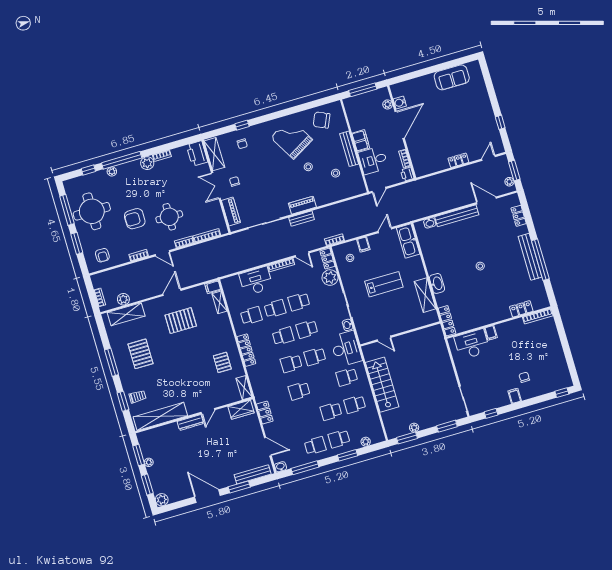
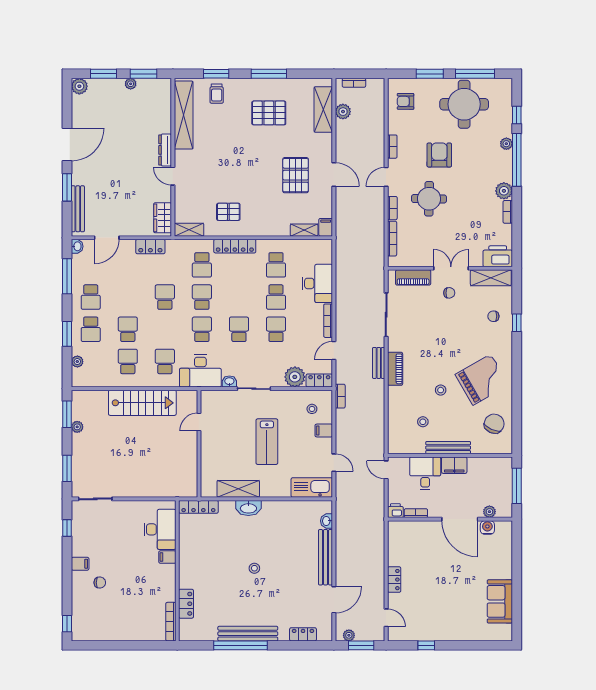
school desk: (283, 336) -> (202, 265), moved
school desk: (339, 439) -> (91, 329), turned 180

